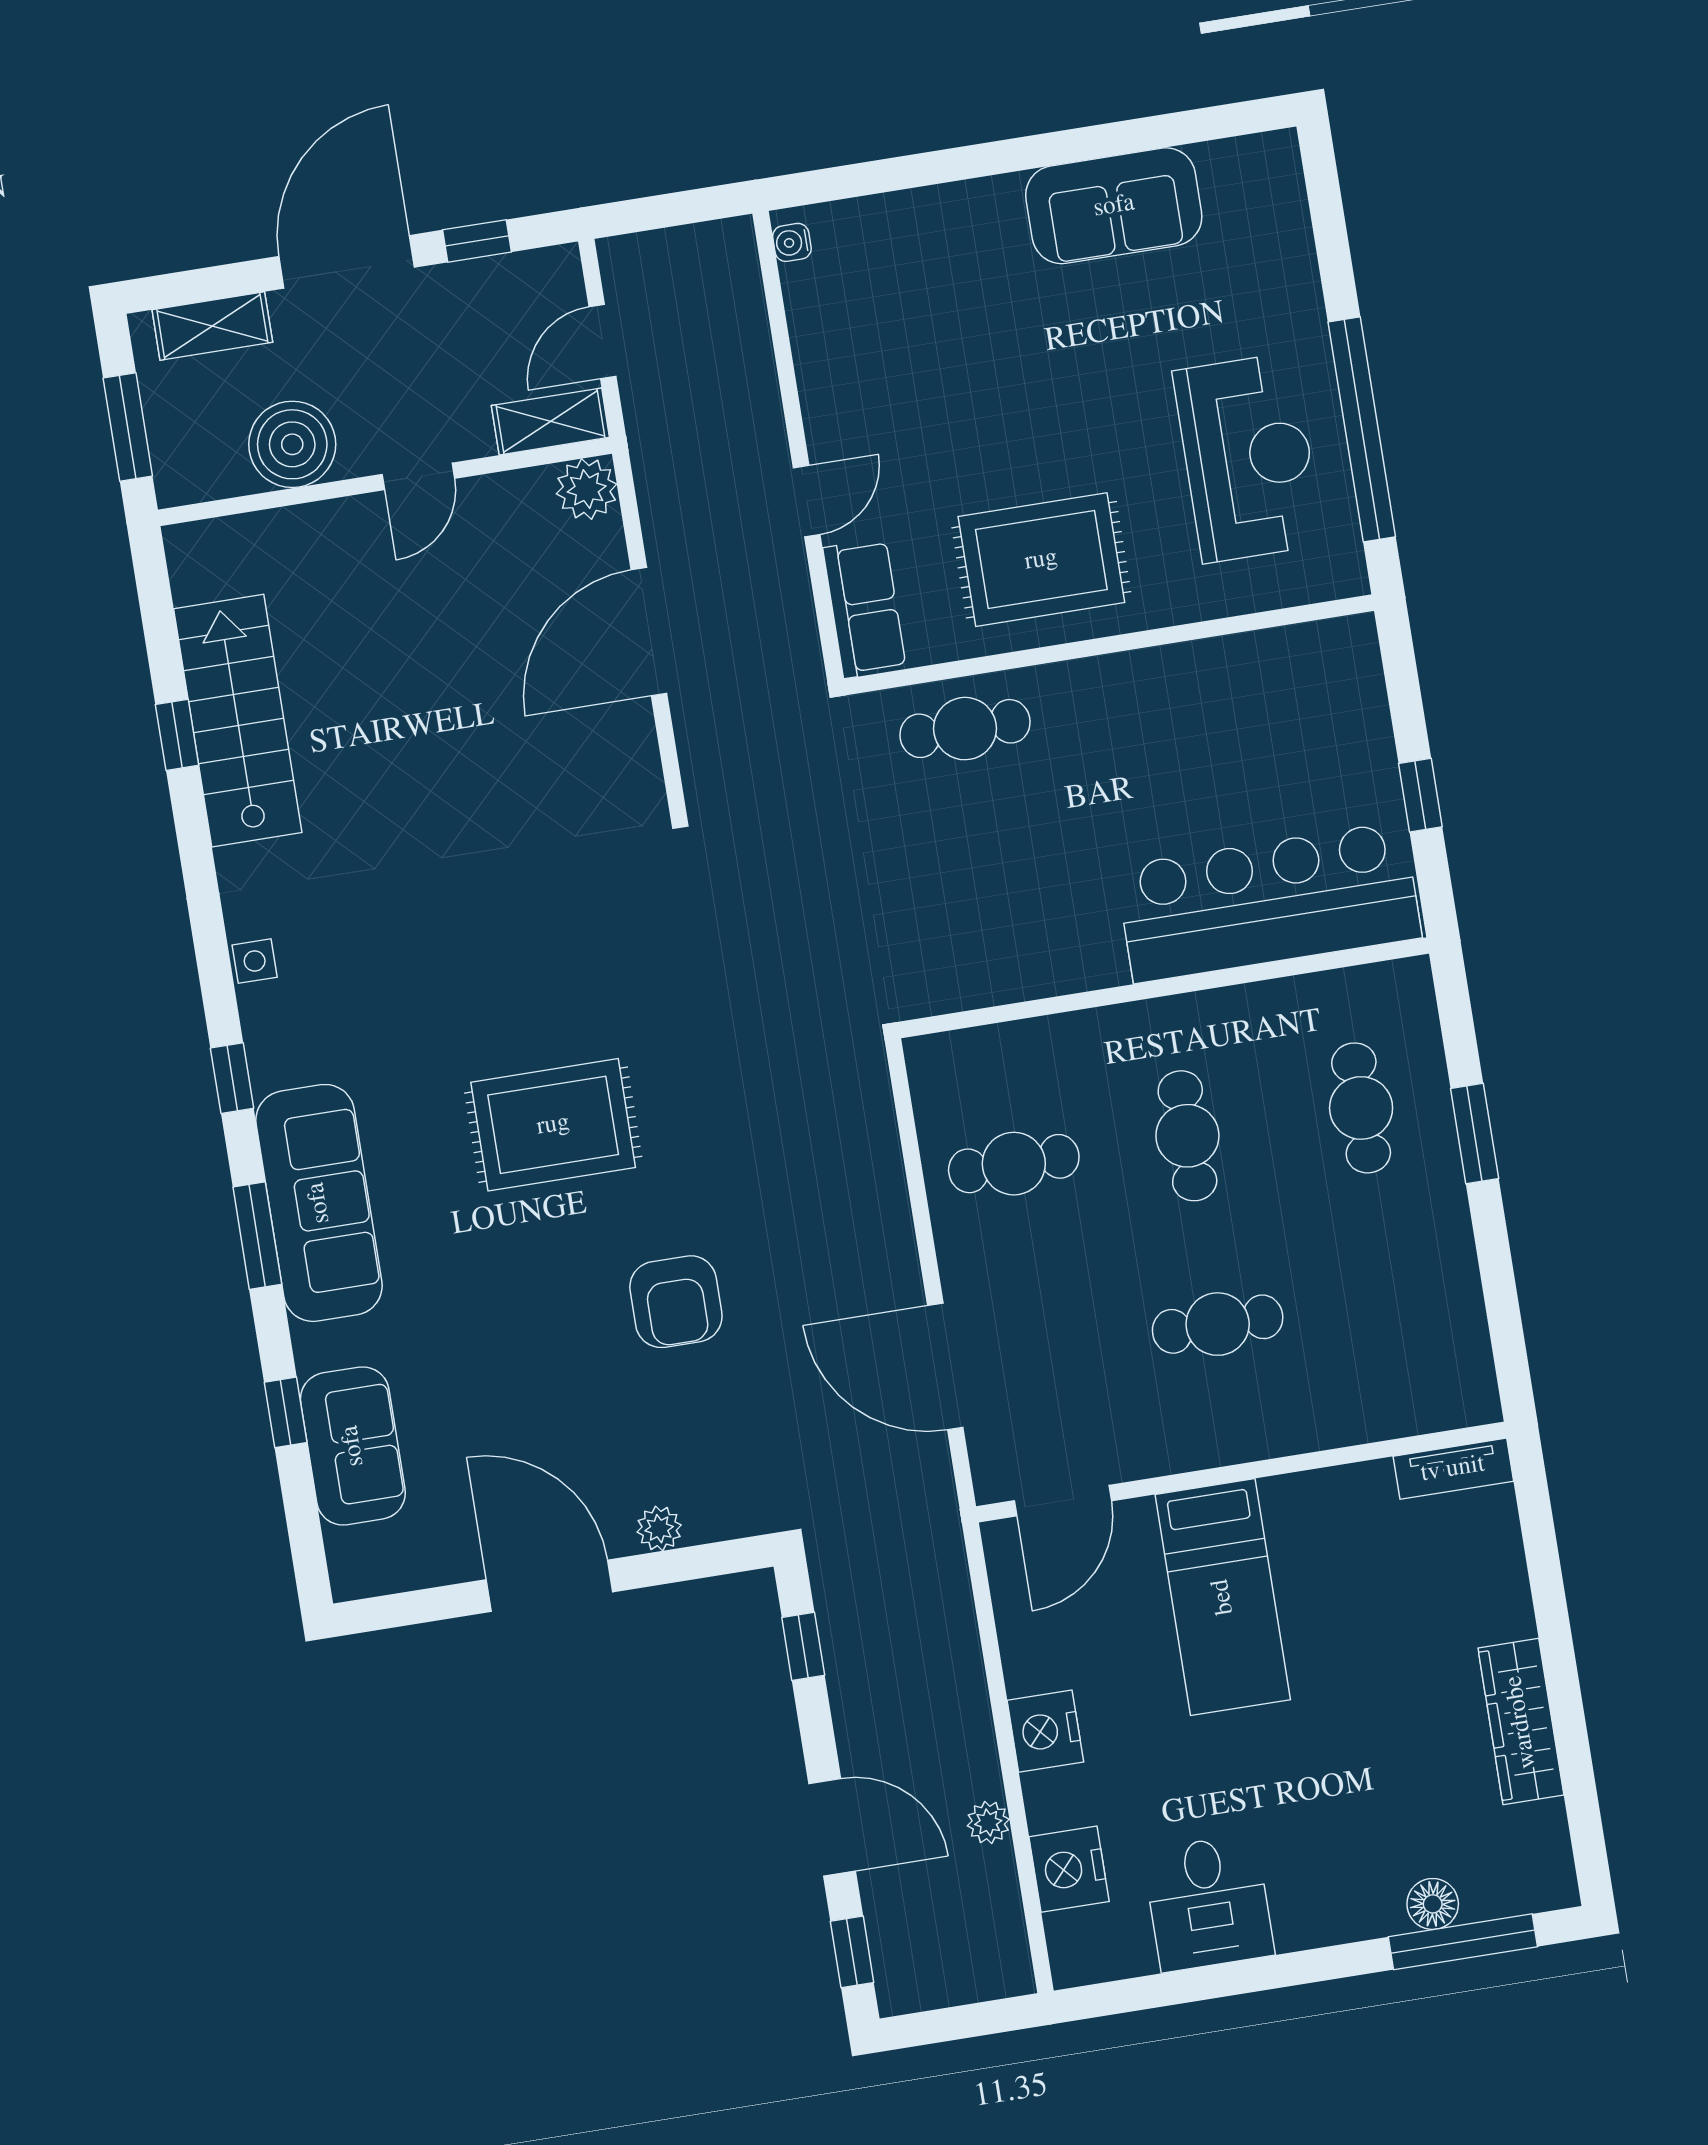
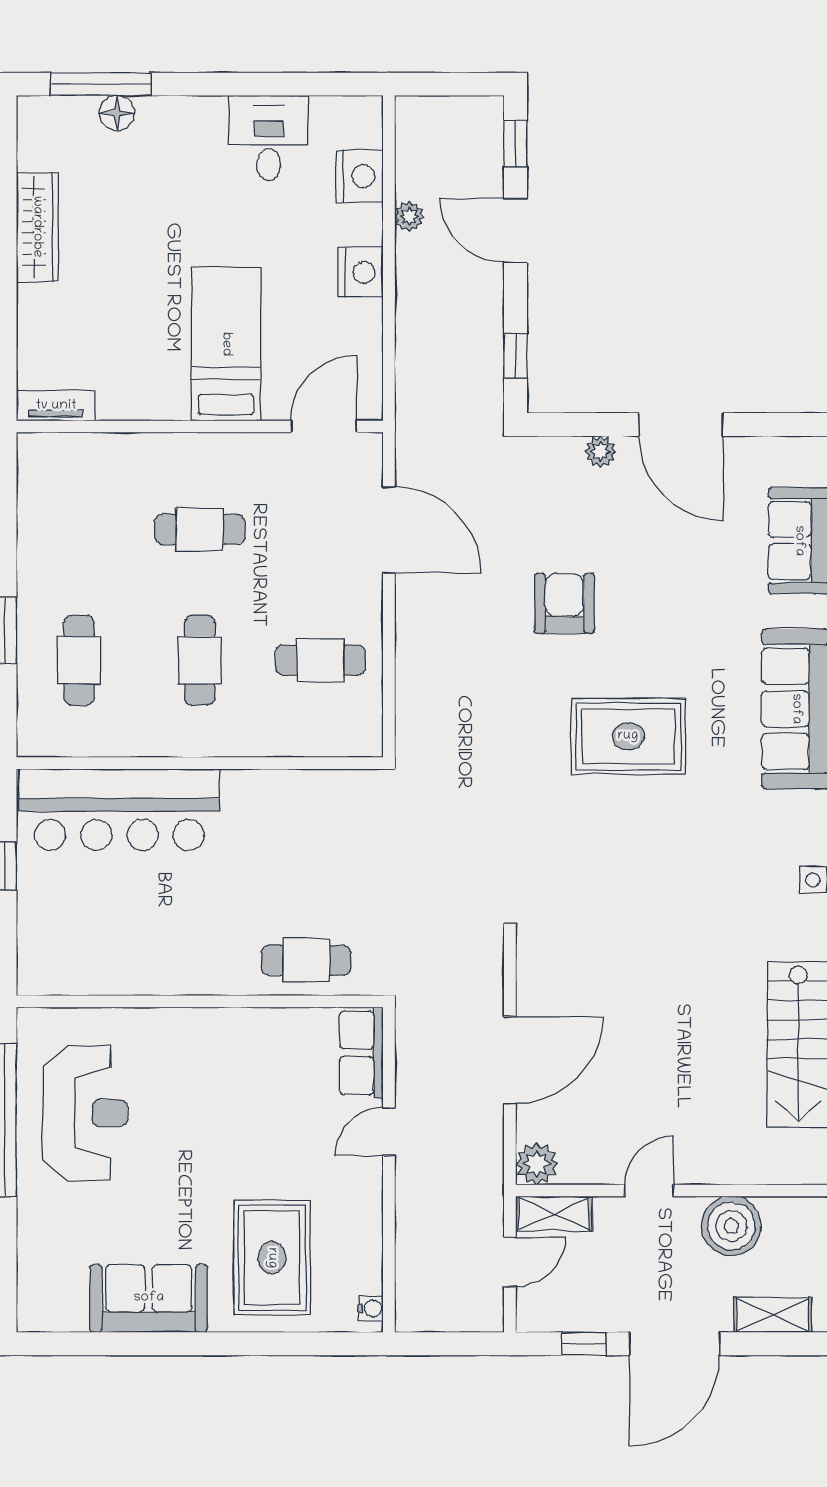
reception desk: (1248, 458) -> (85, 1113), turned 180
rug: (1041, 560) -> (272, 1258), moved, turned 90

